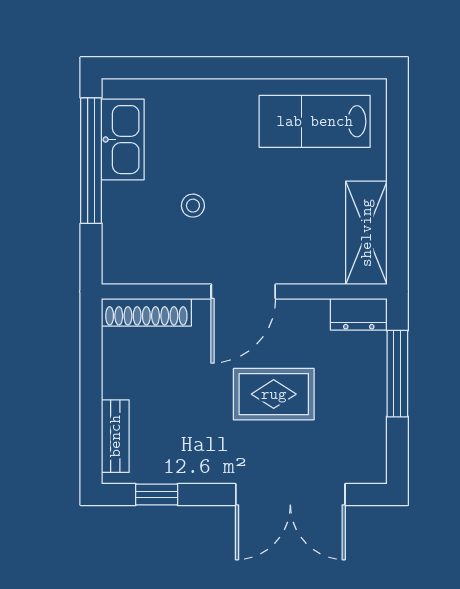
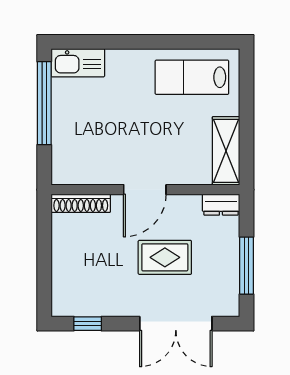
kitchen sink: (123, 140) -> (78, 63), moved, turned 90
stool: (193, 206) -> (112, 133), removed
window: (397, 374) -> (246, 266), moved
bench: (115, 436) -> (60, 285), removed

